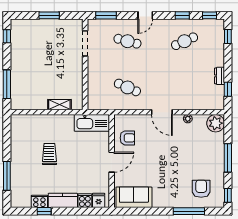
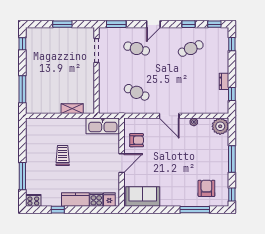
cooker: (39, 201) -> (33, 200), moved

